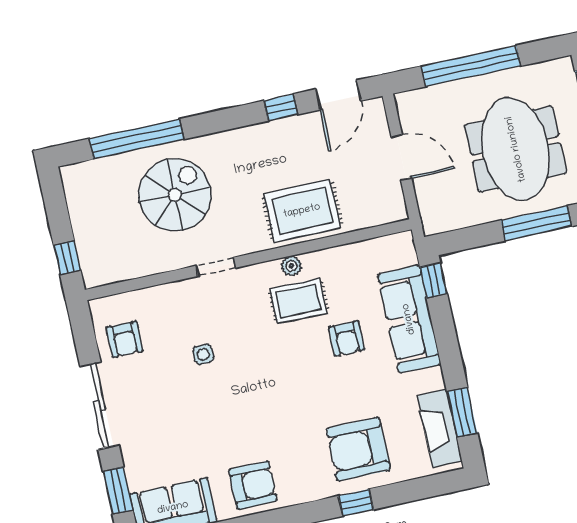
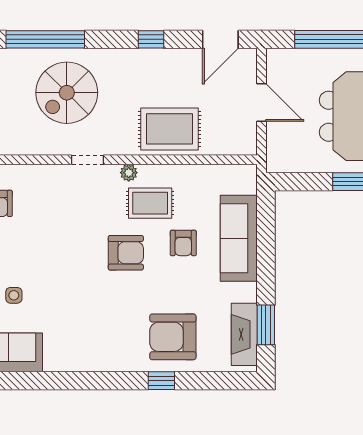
window: (281, 107) -> (151, 39), moved
spiral stairs: (175, 195) -> (67, 93), turned 180
plant: (291, 266) -> (129, 173), moved
window: (433, 281) -> (266, 211), removed
side table: (203, 354) -> (14, 295), moved
armchair: (253, 485) -> (126, 253), moved

